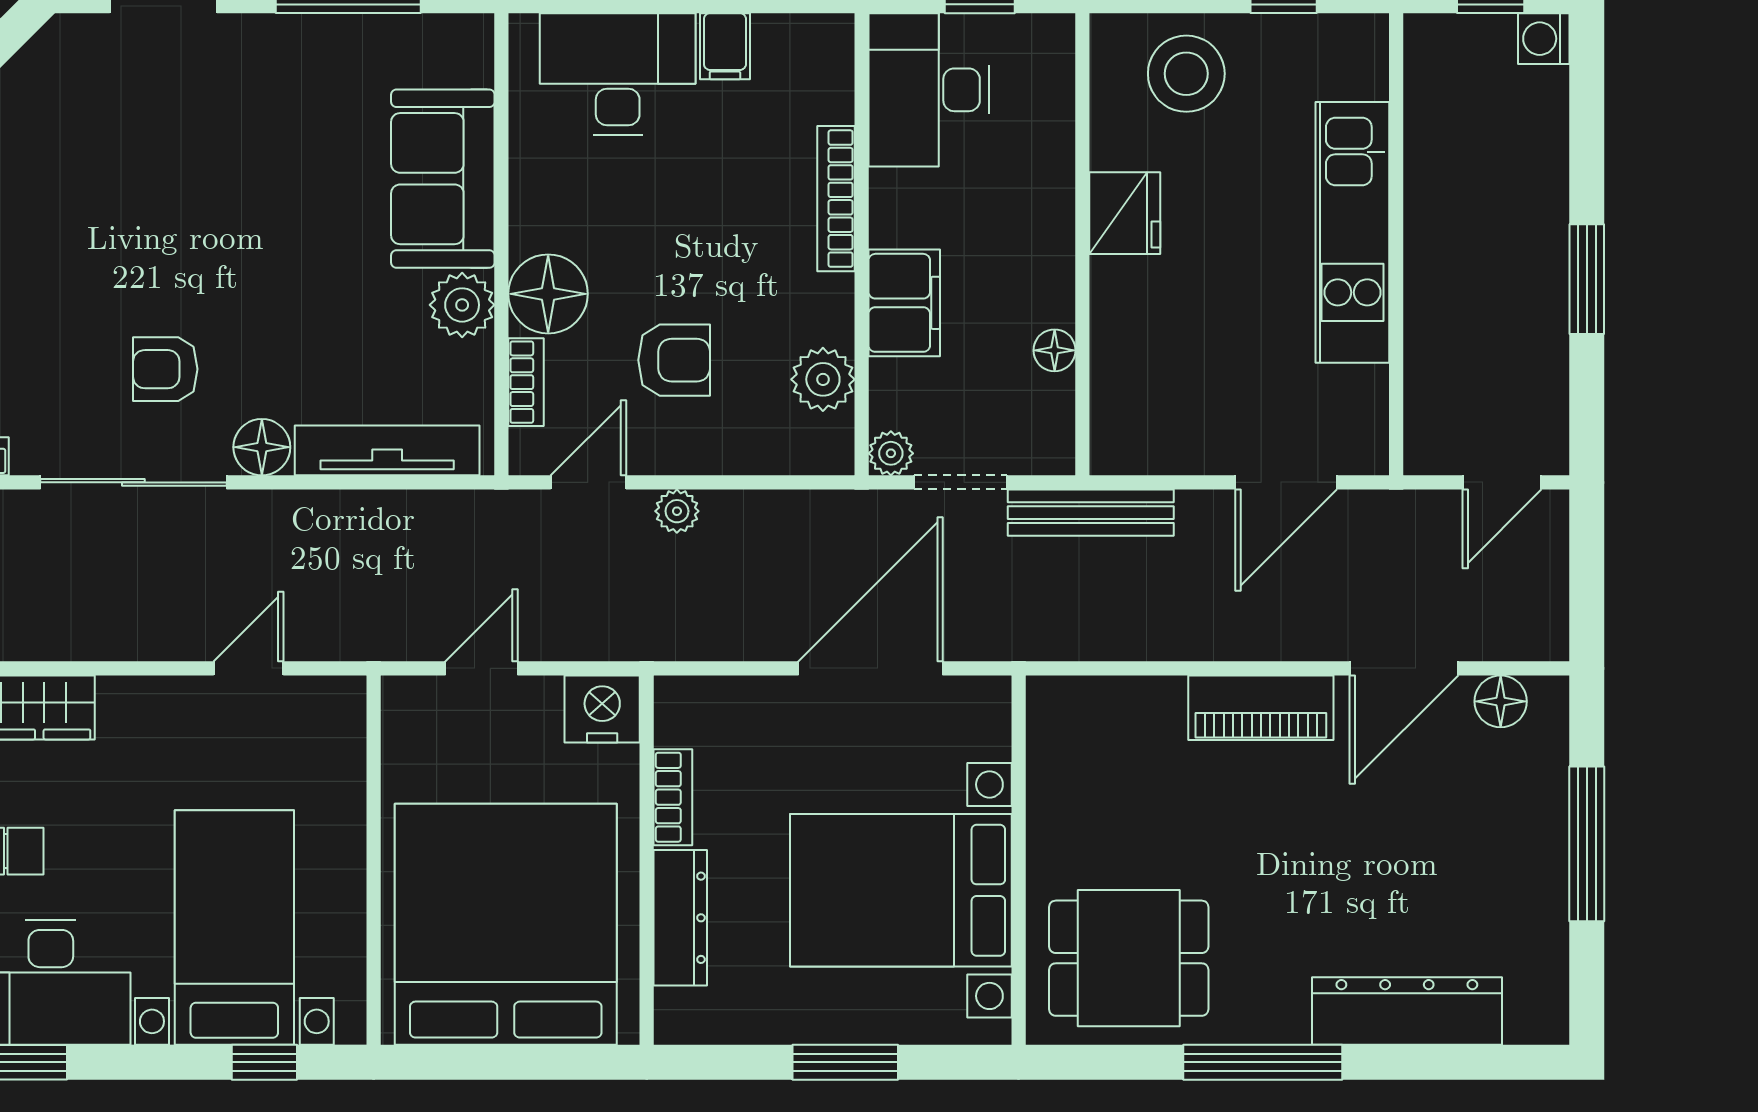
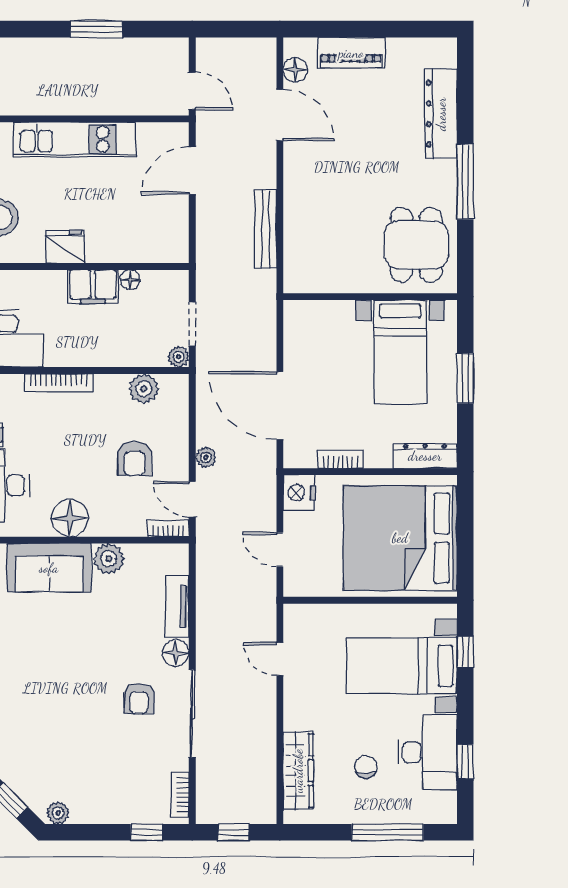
floor lamp: (548, 294) -> (70, 518), moved
filing cabinet: (904, 303) -> (93, 287), moved, turned 180
armchair: (674, 360) -> (135, 459), turned 180
bookcase: (526, 382) -> (168, 529), moved
tv unit: (387, 450) -> (177, 607), width x0.71
door: (1286, 482) -> (192, 171), swing flipped
door: (1502, 482) -> (192, 91), moved
bench: (1091, 513) -> (266, 229), moved
door: (871, 668) -> (280, 406), moved
piano: (1261, 708) -> (351, 53), moved, turned 90
window: (1587, 844) -> (362, 29), removed
bed with nightstands: (901, 890) -> (400, 352), width x0.73
dresser: (680, 918) -> (425, 456), moved

